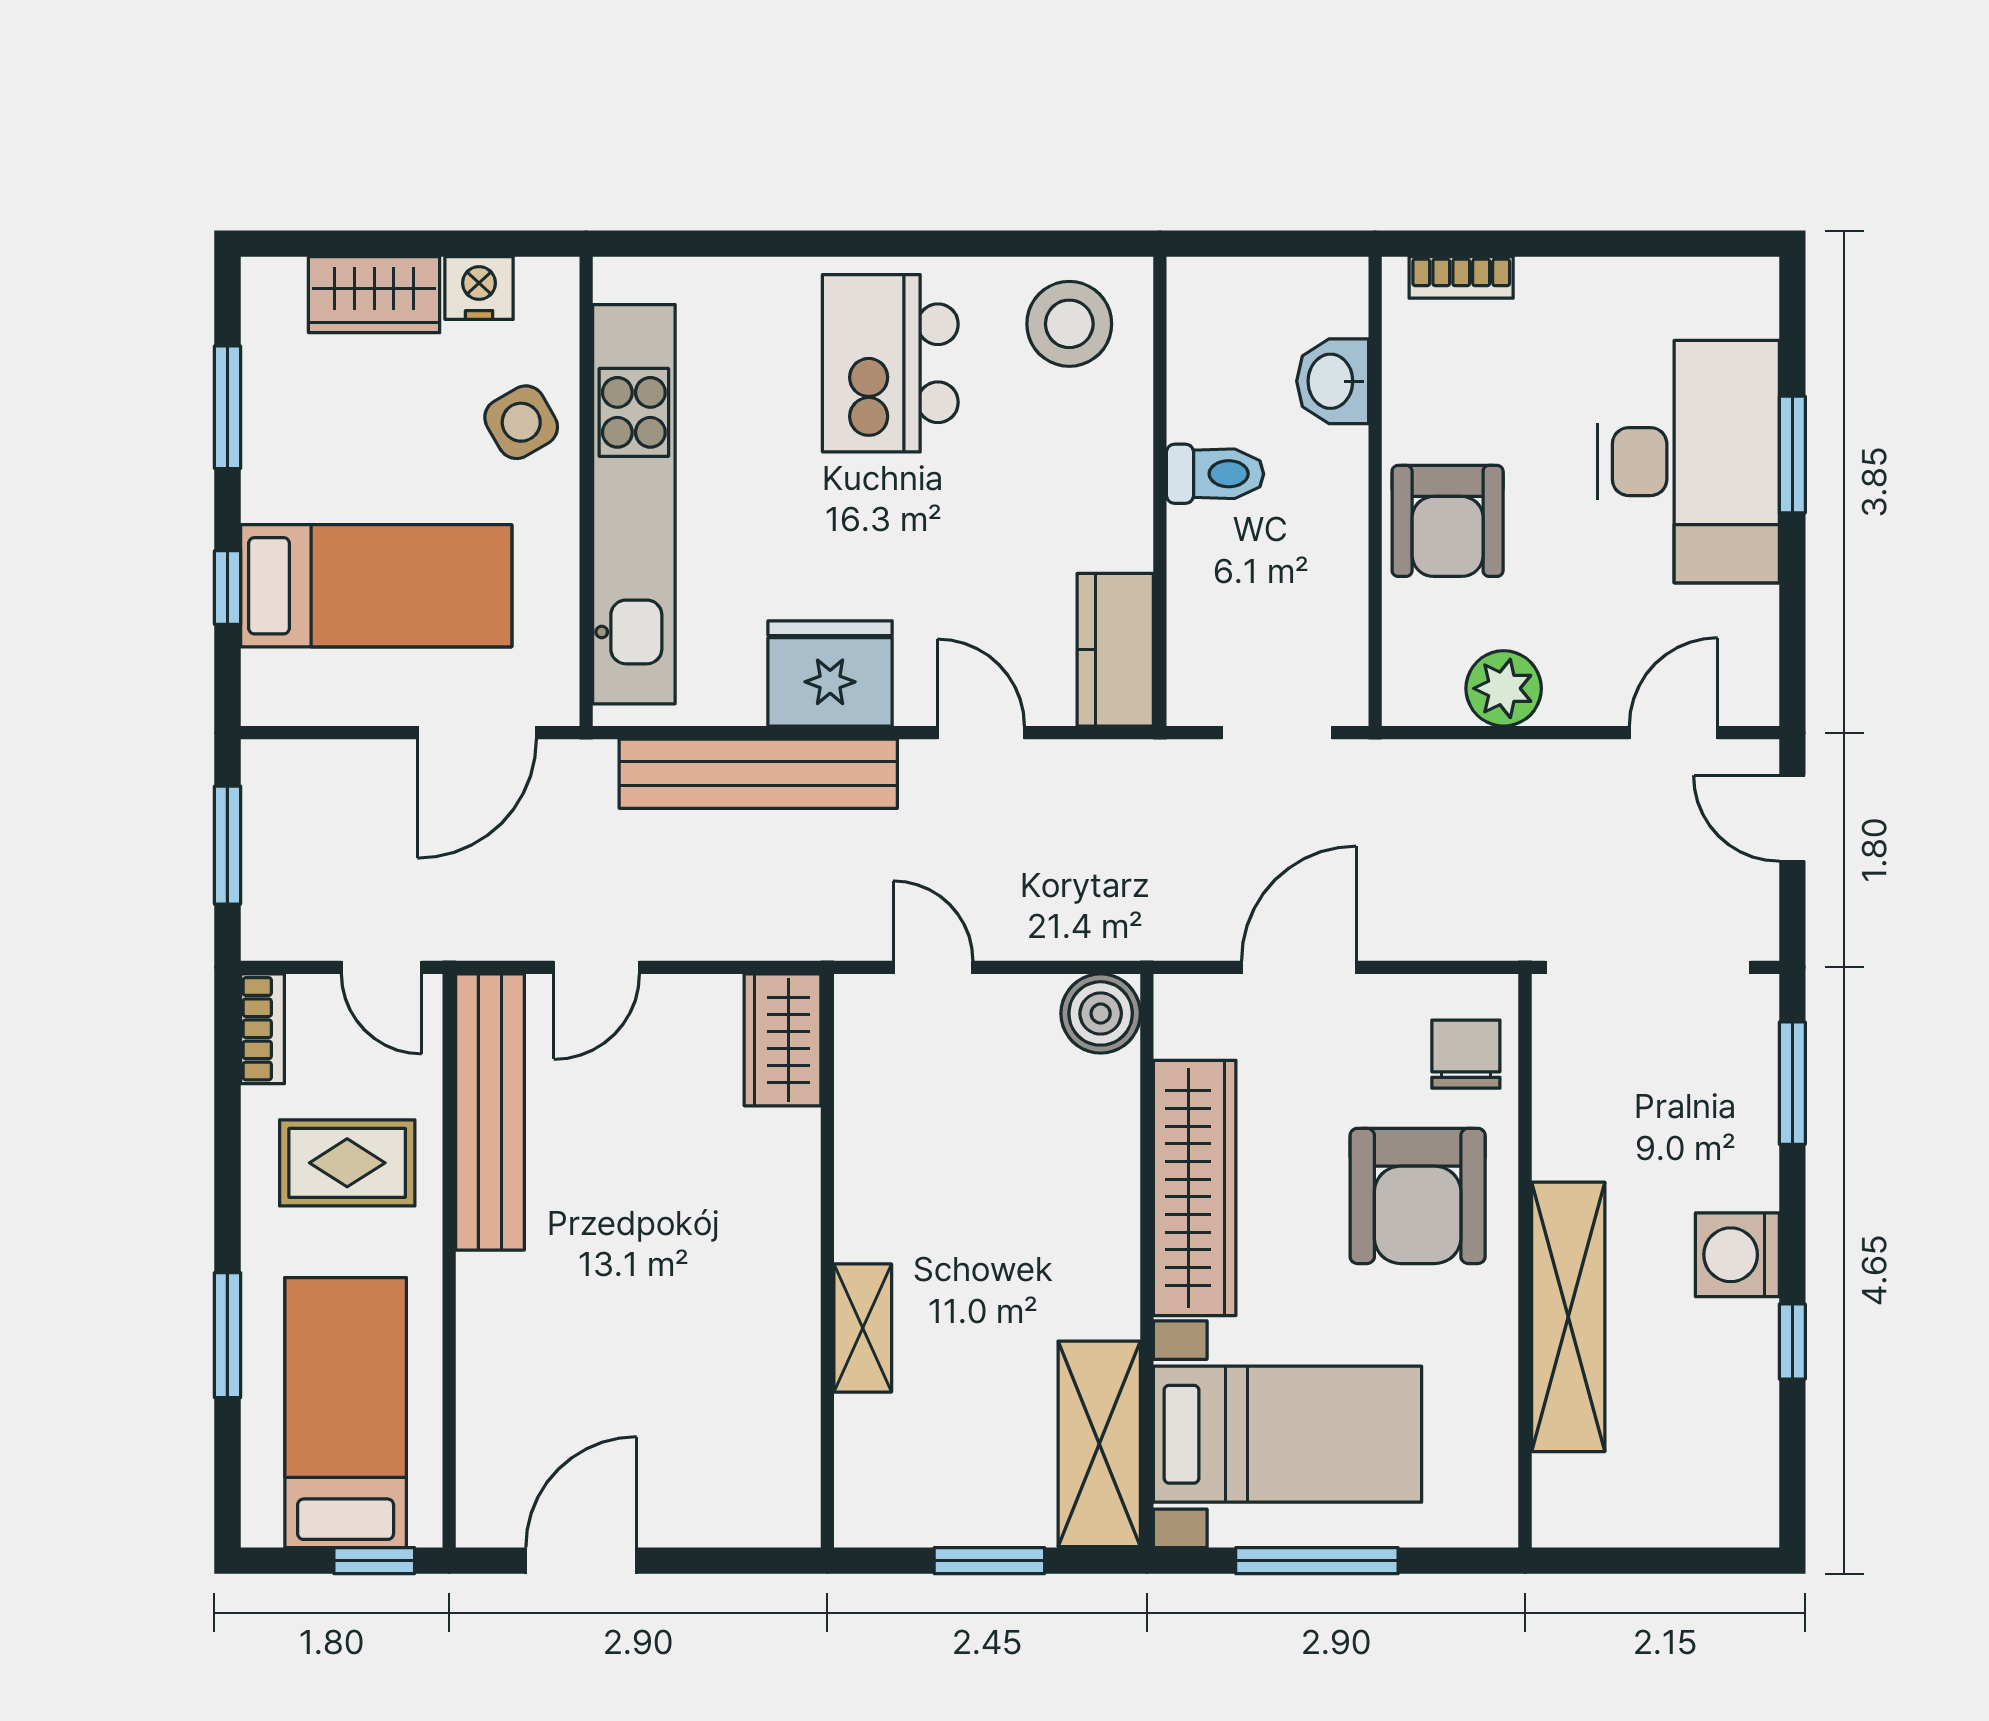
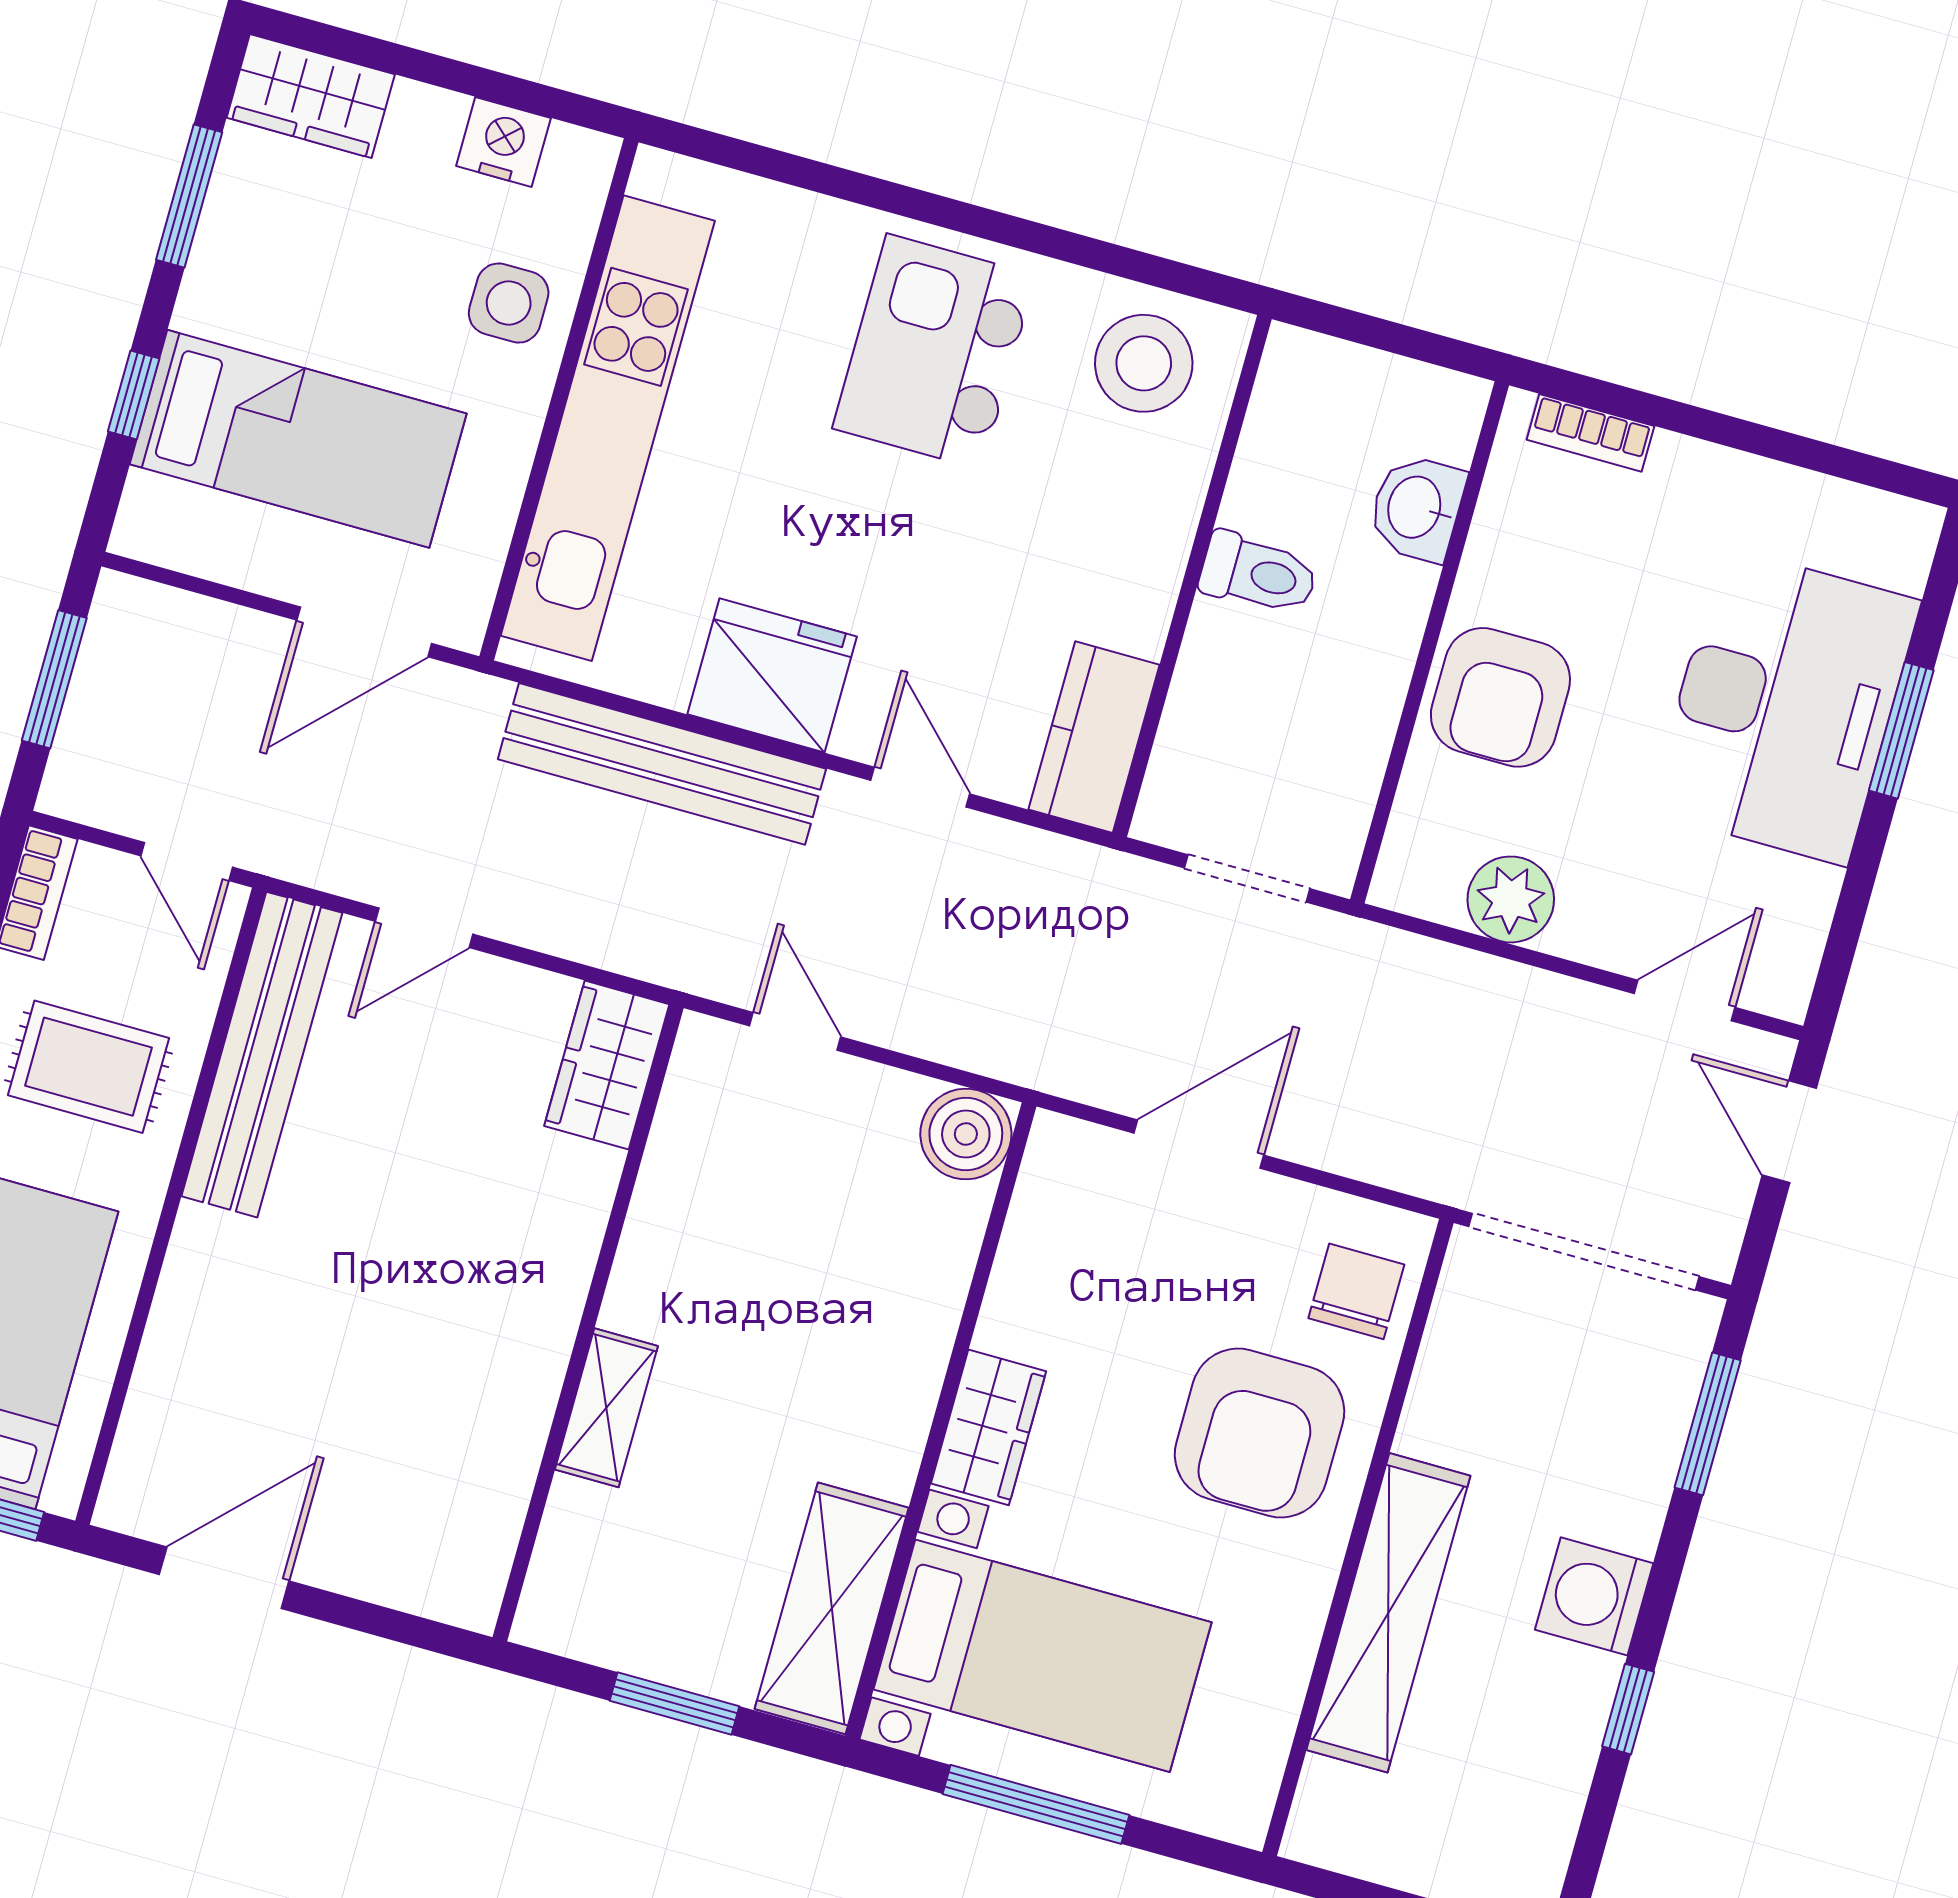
wardrobe: (374, 295) -> (311, 96), moved
side table: (521, 422) -> (509, 303), turned 30
wardrobe: (1195, 1188) -> (989, 1427), width x0.48, depth x0.85

